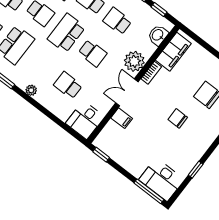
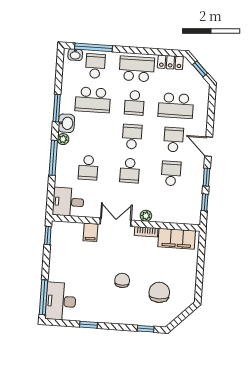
school desk: (66, 33) -> (132, 137), width x0.54
washbasin: (158, 35) -> (66, 123), moved, turned 90
plant: (134, 61) -> (146, 216), width x0.53, depth x0.53
school desk: (68, 85) -> (88, 168), turned 180
window: (41, 108) -> (53, 158), added

